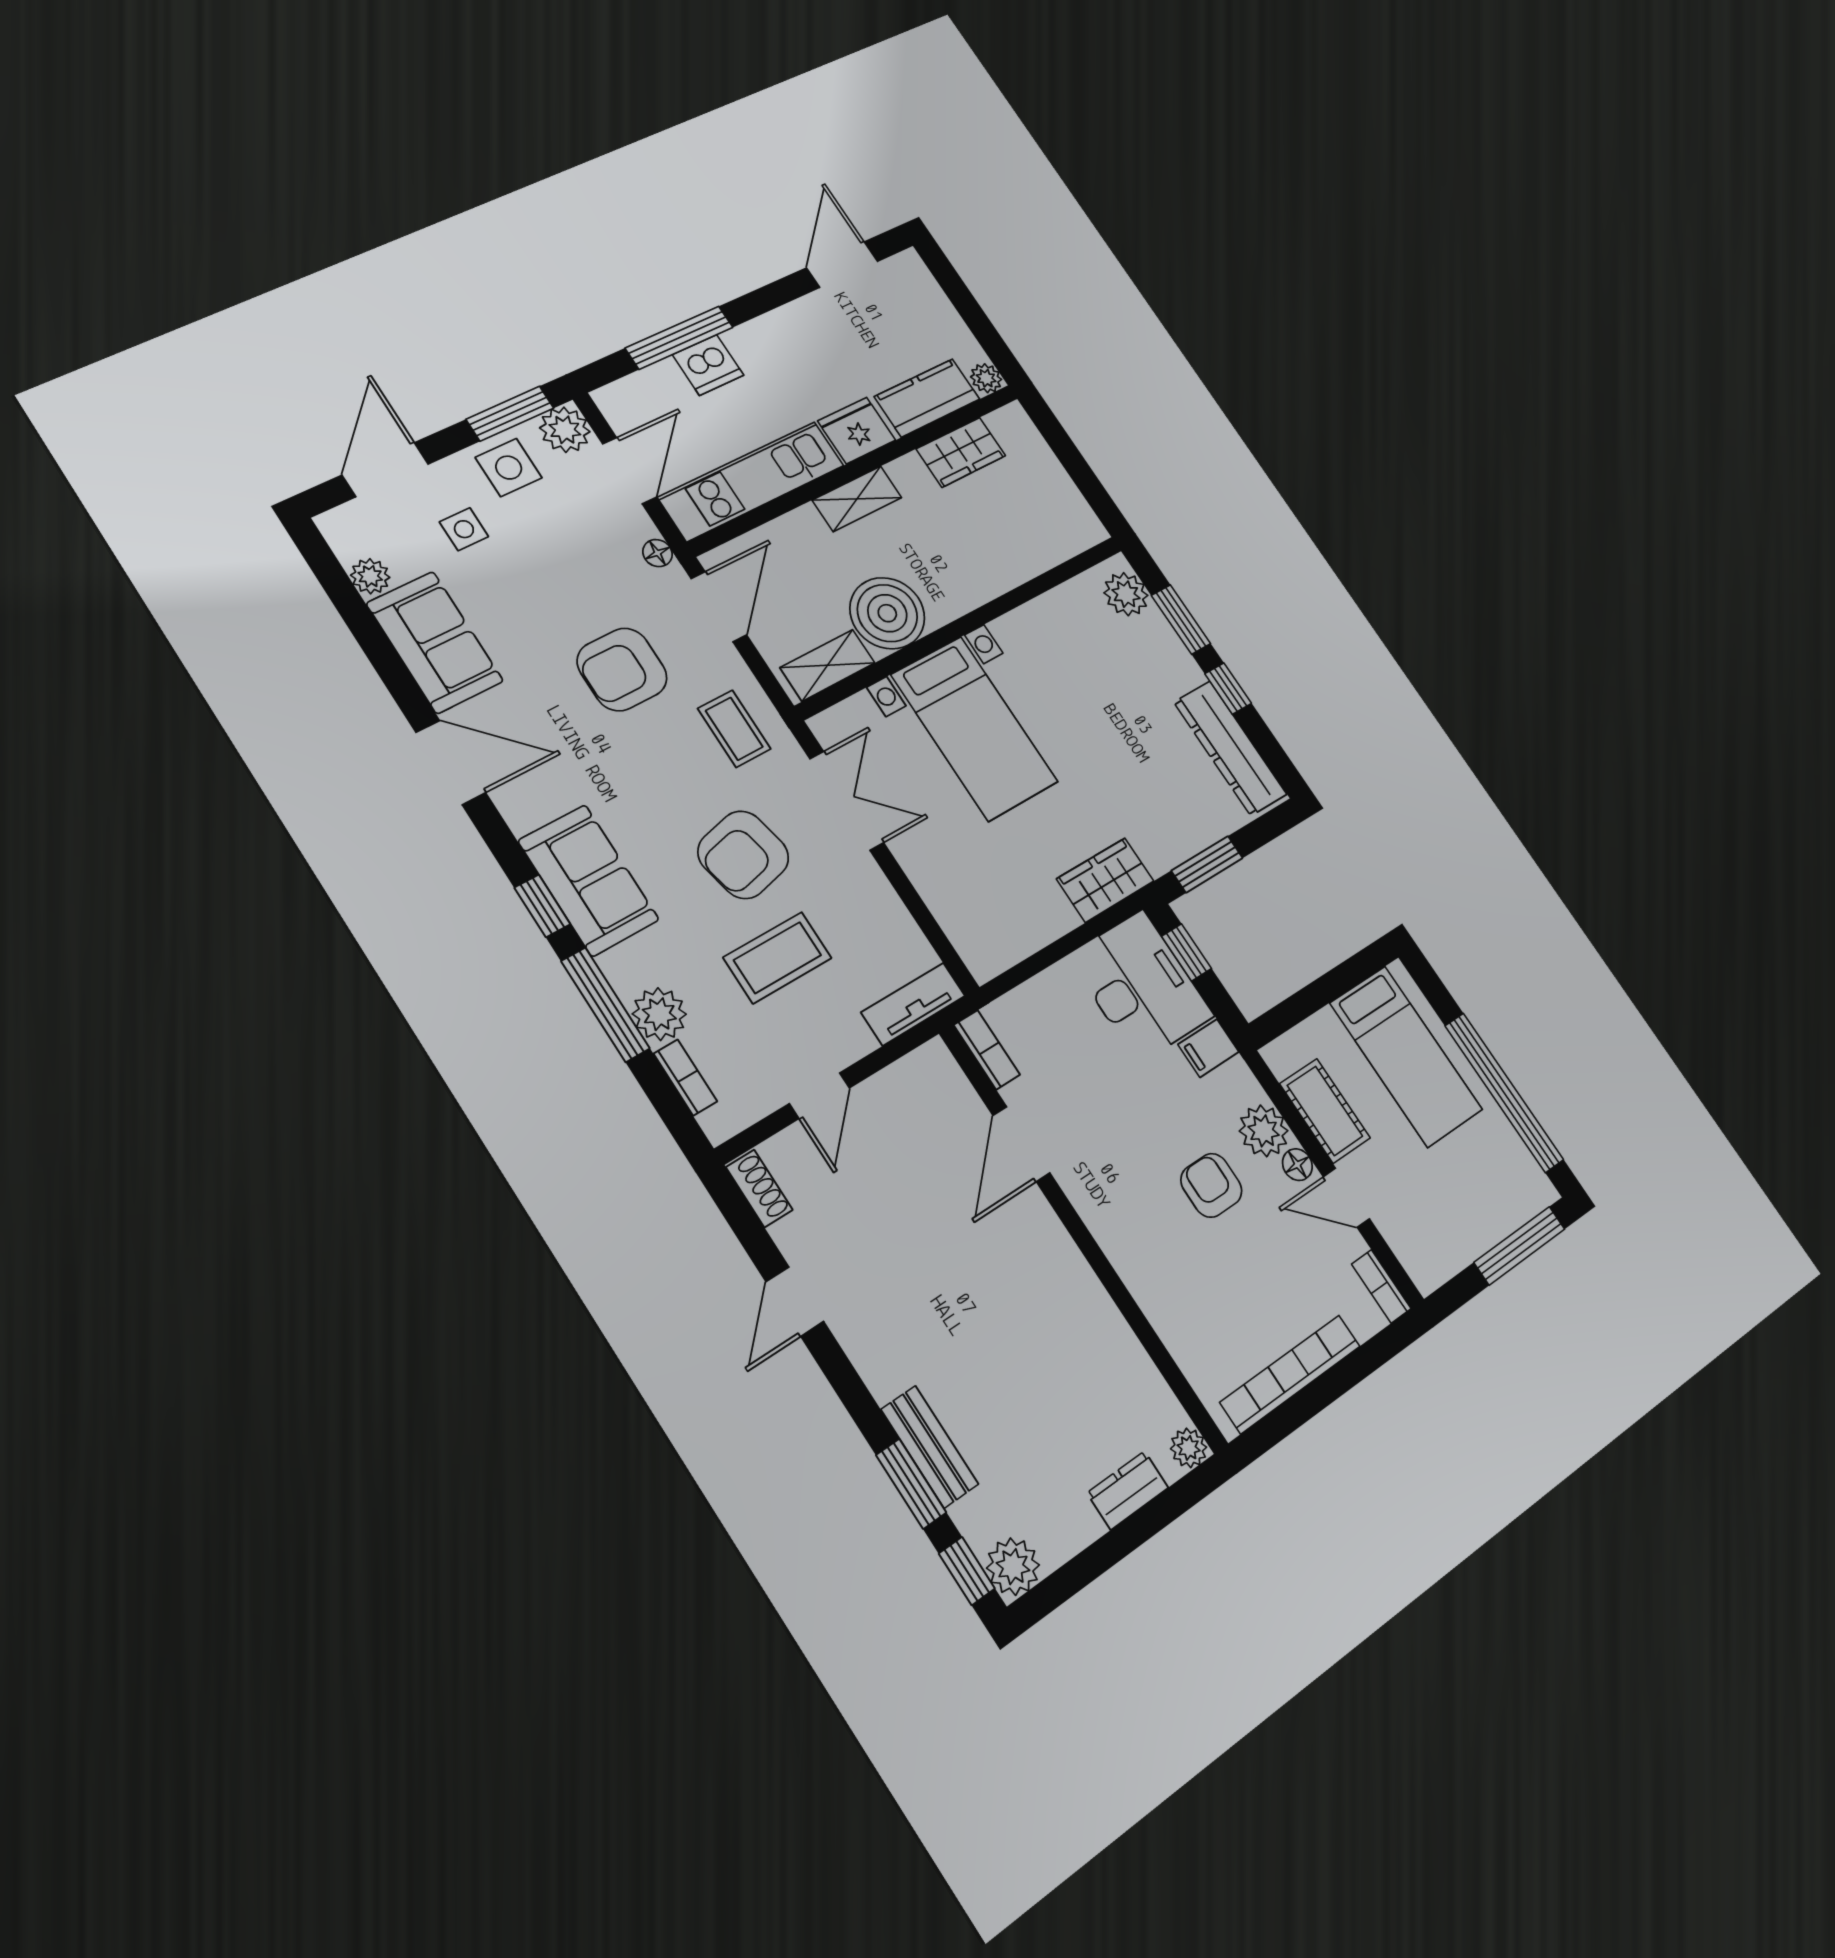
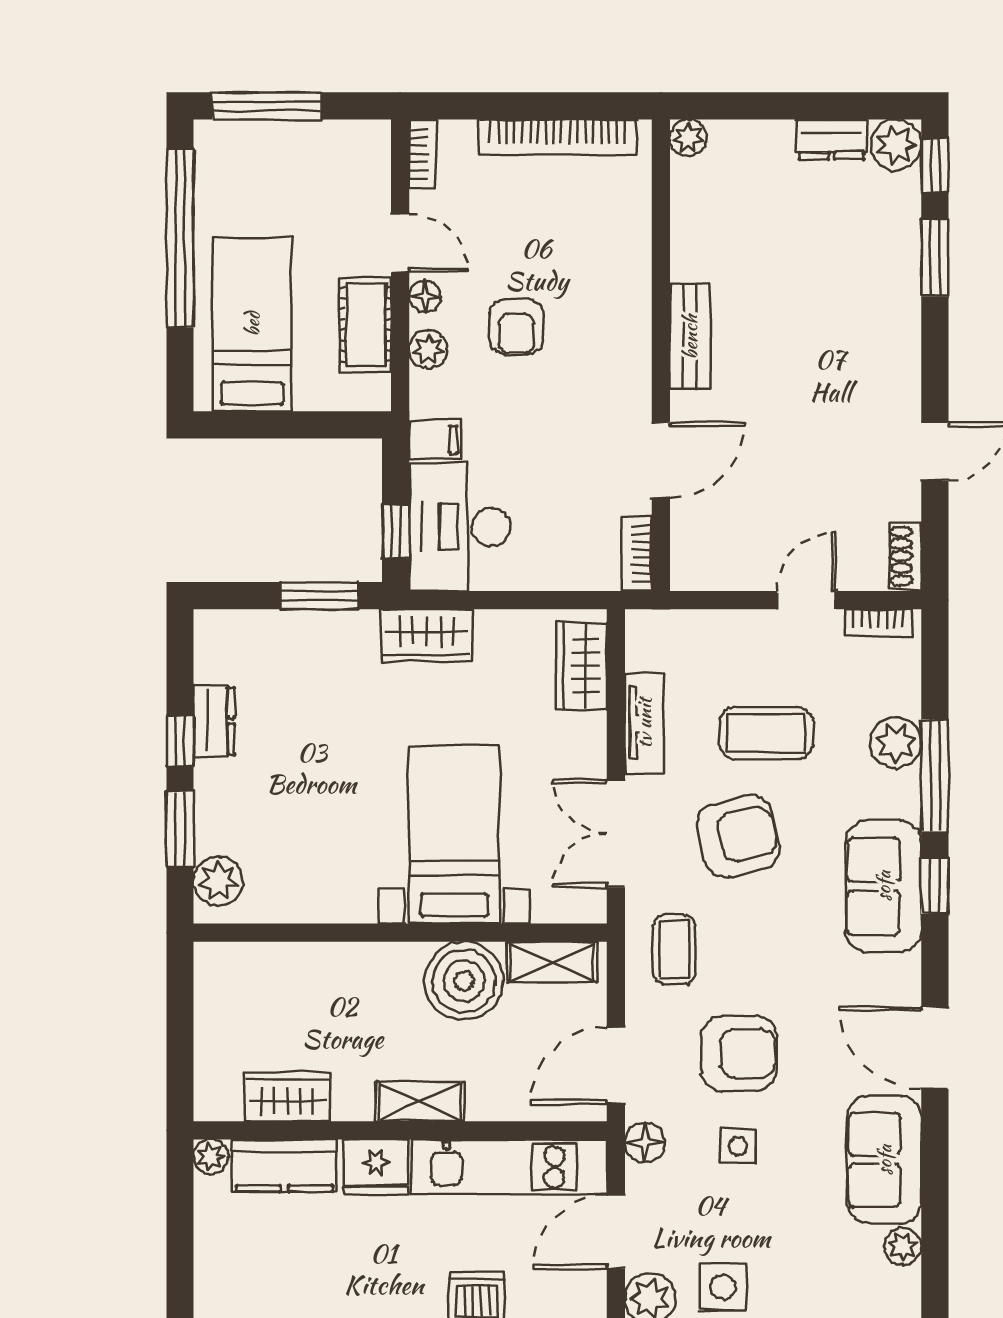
side table: (464, 529) -> (738, 1146), moved
floor lamp: (657, 553) -> (645, 1143), width x1.37, depth x1.37
dresser: (1230, 748) -> (214, 721), width x0.51, depth x0.80
wardrobe: (968, 926) -> (581, 666), added
tv unit: (913, 1004) -> (644, 723), moved, turned -90
bookcase: (685, 1078) -> (878, 623), moved, turned -90
plant: (1264, 1131) -> (428, 349), width x0.73, depth x0.73
bench: (930, 1447) -> (690, 337), moved
dresser: (1128, 1490) -> (832, 139), moved

